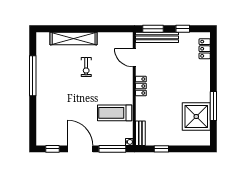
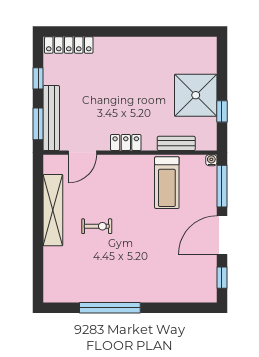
shelving: (74, 38) -> (53, 210), moved
locker: (205, 49) -> (69, 45), width x1.53
window: (213, 106) -> (156, 32), removed
shower: (196, 117) -> (196, 95), moved
bench: (140, 133) -> (176, 143), moved

